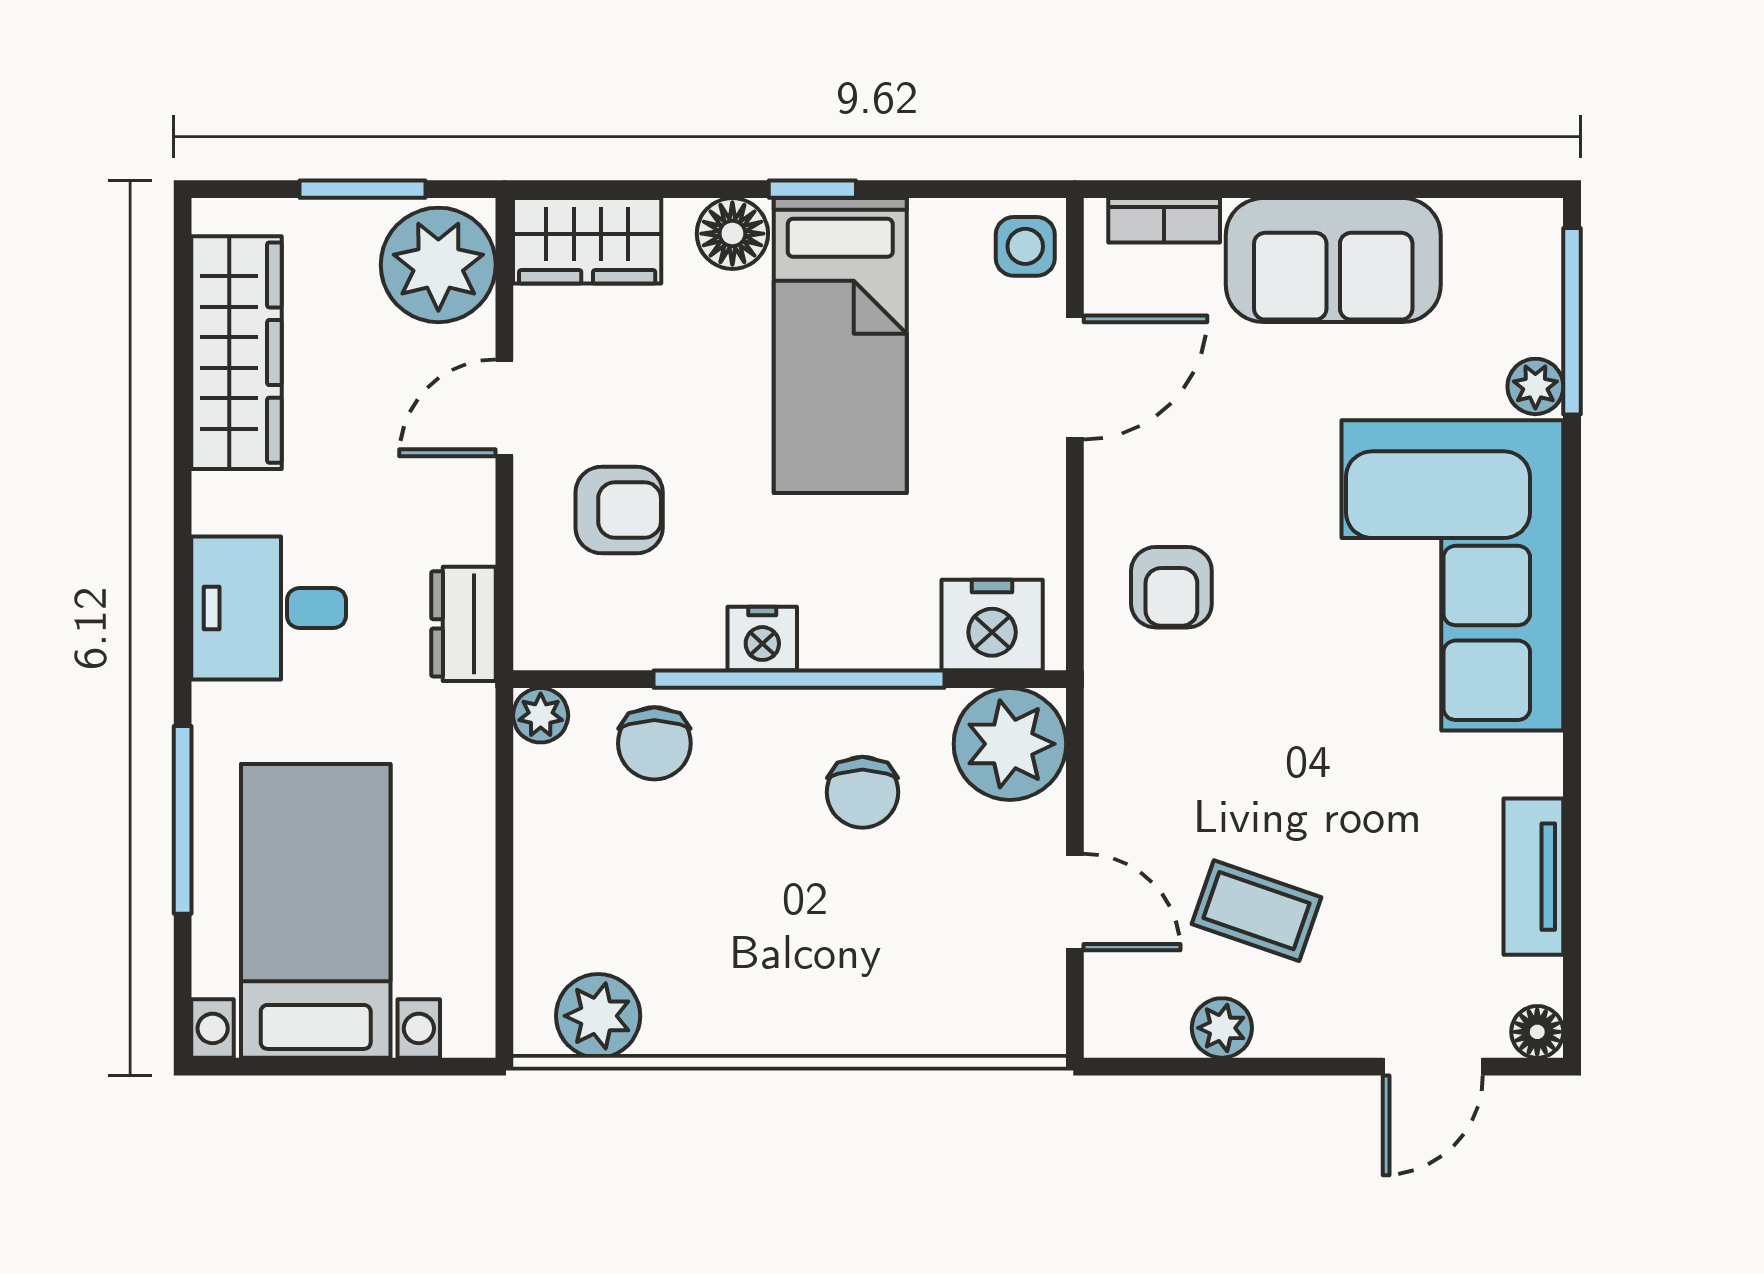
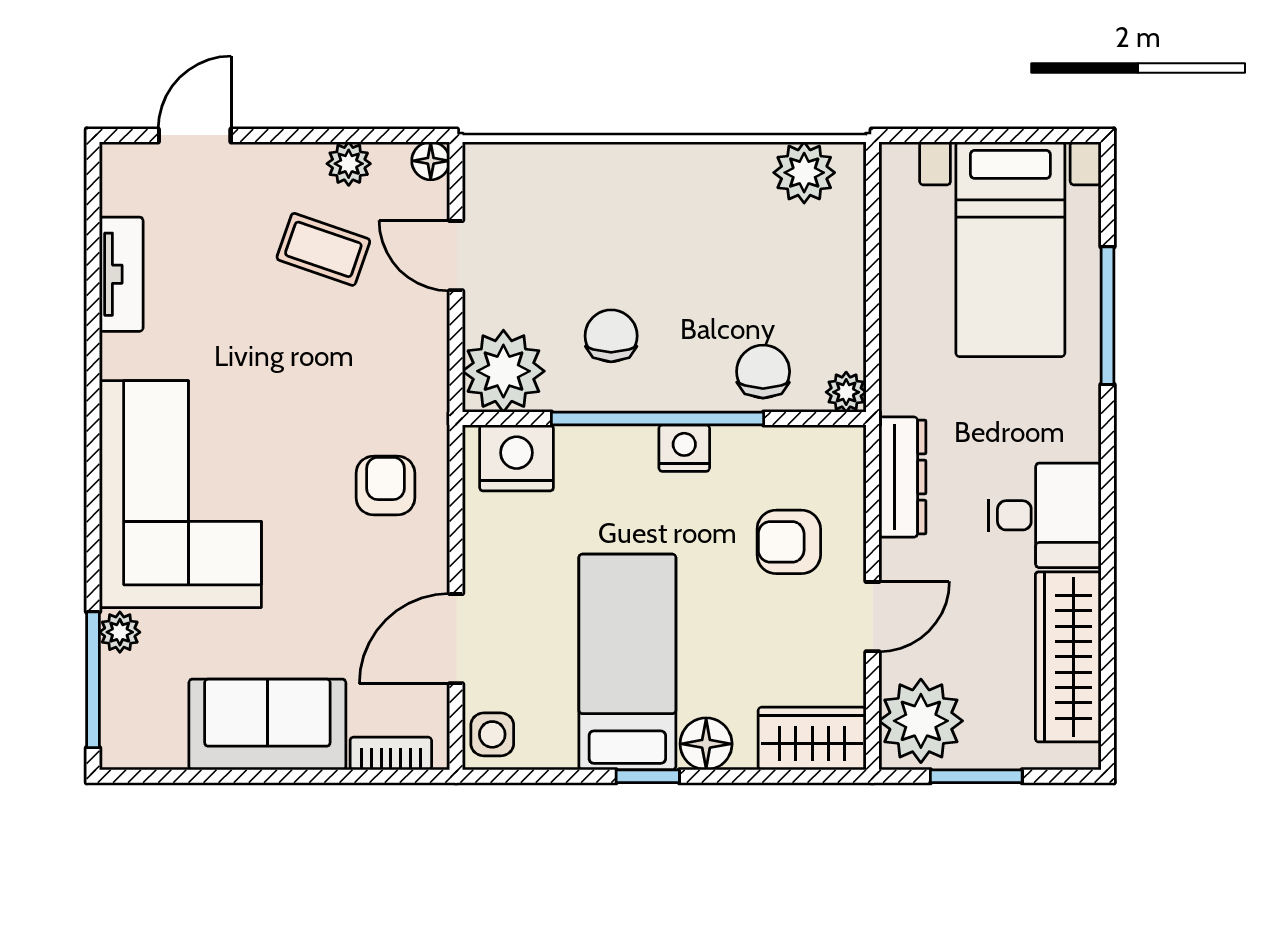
desk: (269, 608) -> (1045, 515), moved
dresser: (463, 624) -> (902, 477), width x1.44
floor lamp: (1537, 1032) -> (431, 161), moved

